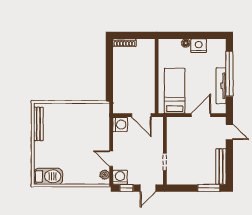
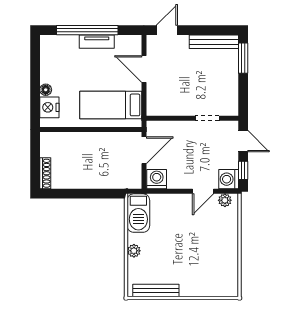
nightstand: (199, 46) -> (49, 107), moved
tv unit: (221, 86) -> (97, 42), width x0.71
plant: (68, 108) -> (134, 251), added
barbecue: (48, 176) -> (138, 213), moved, turned 180

